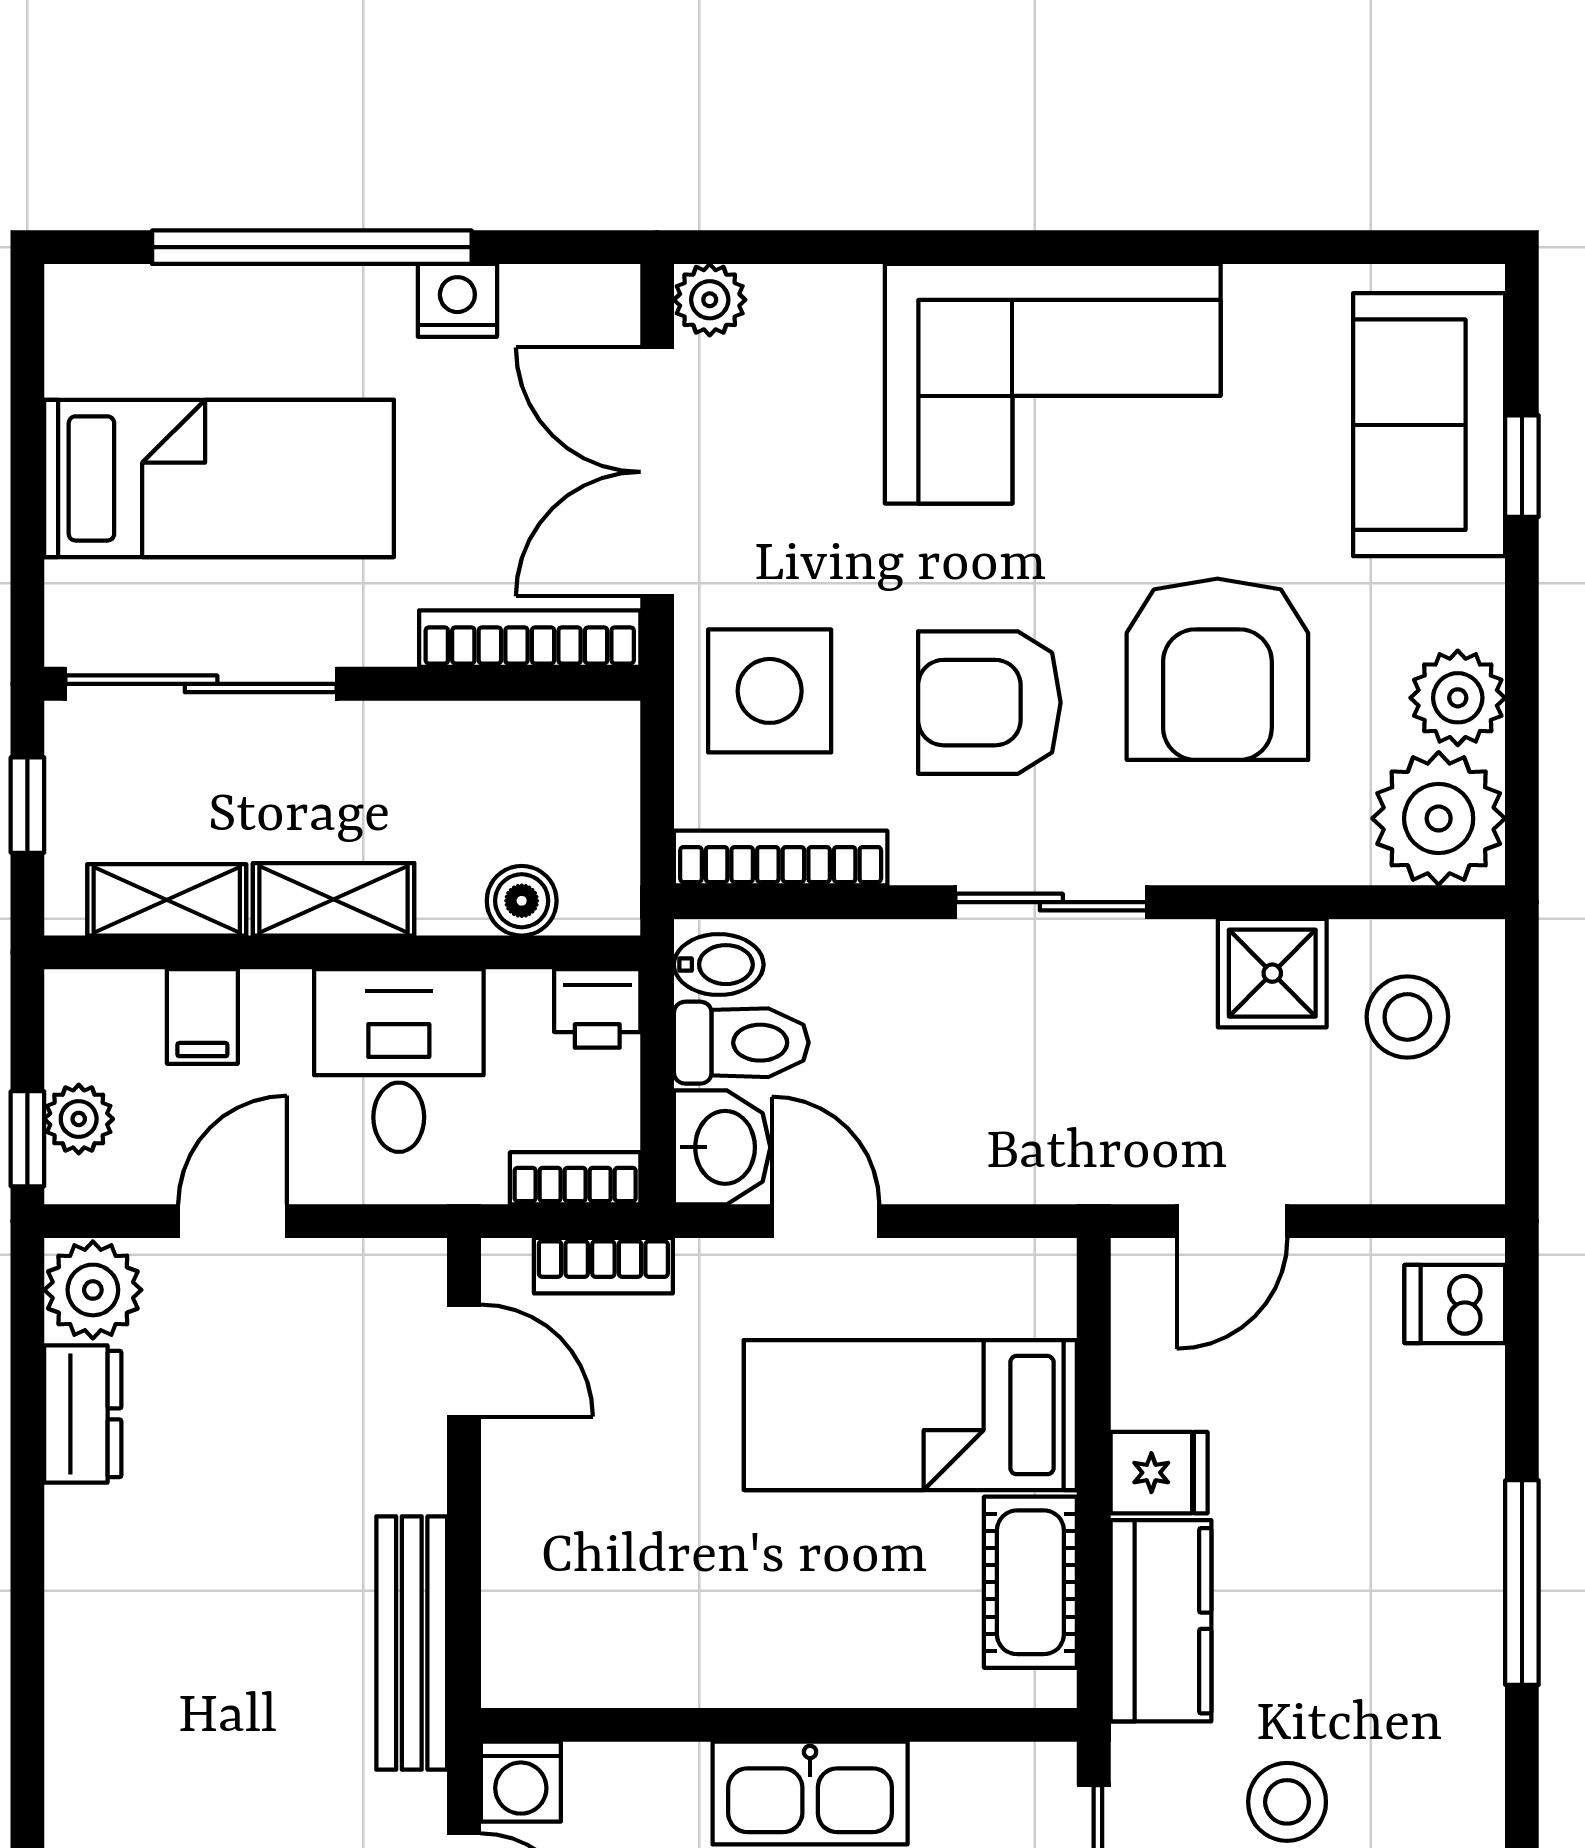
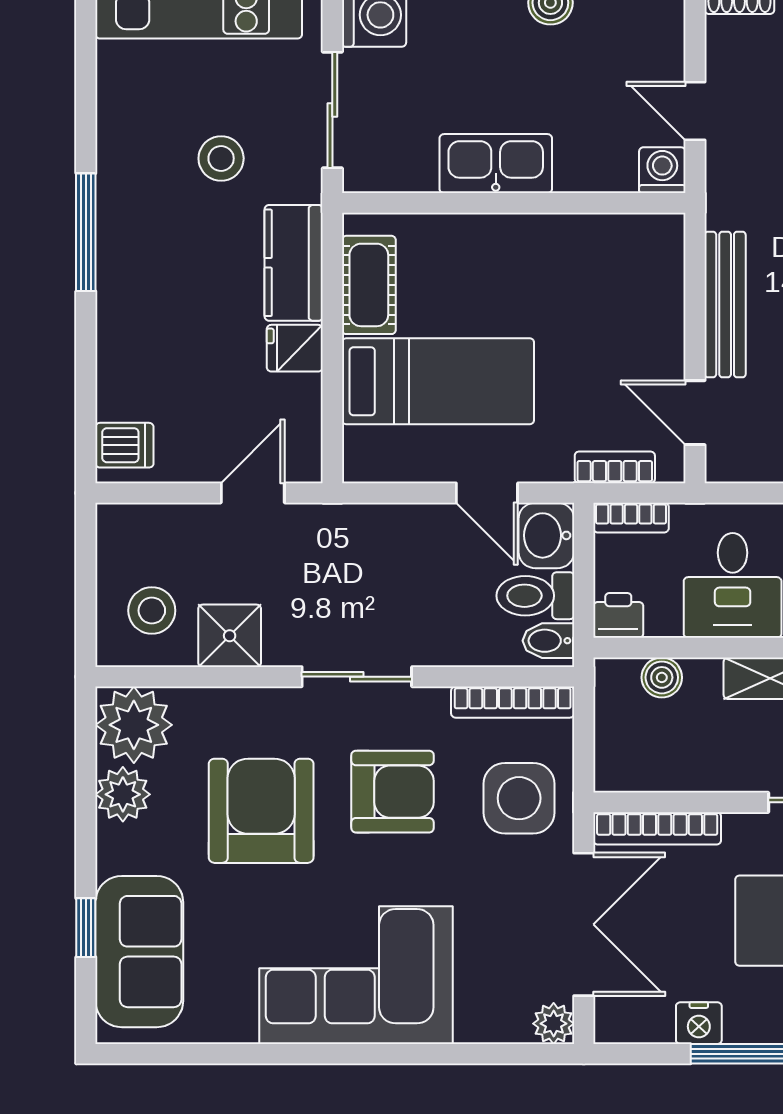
window: (1522, 1583) -> (86, 232), moved
bench: (412, 1643) -> (725, 305), moved

